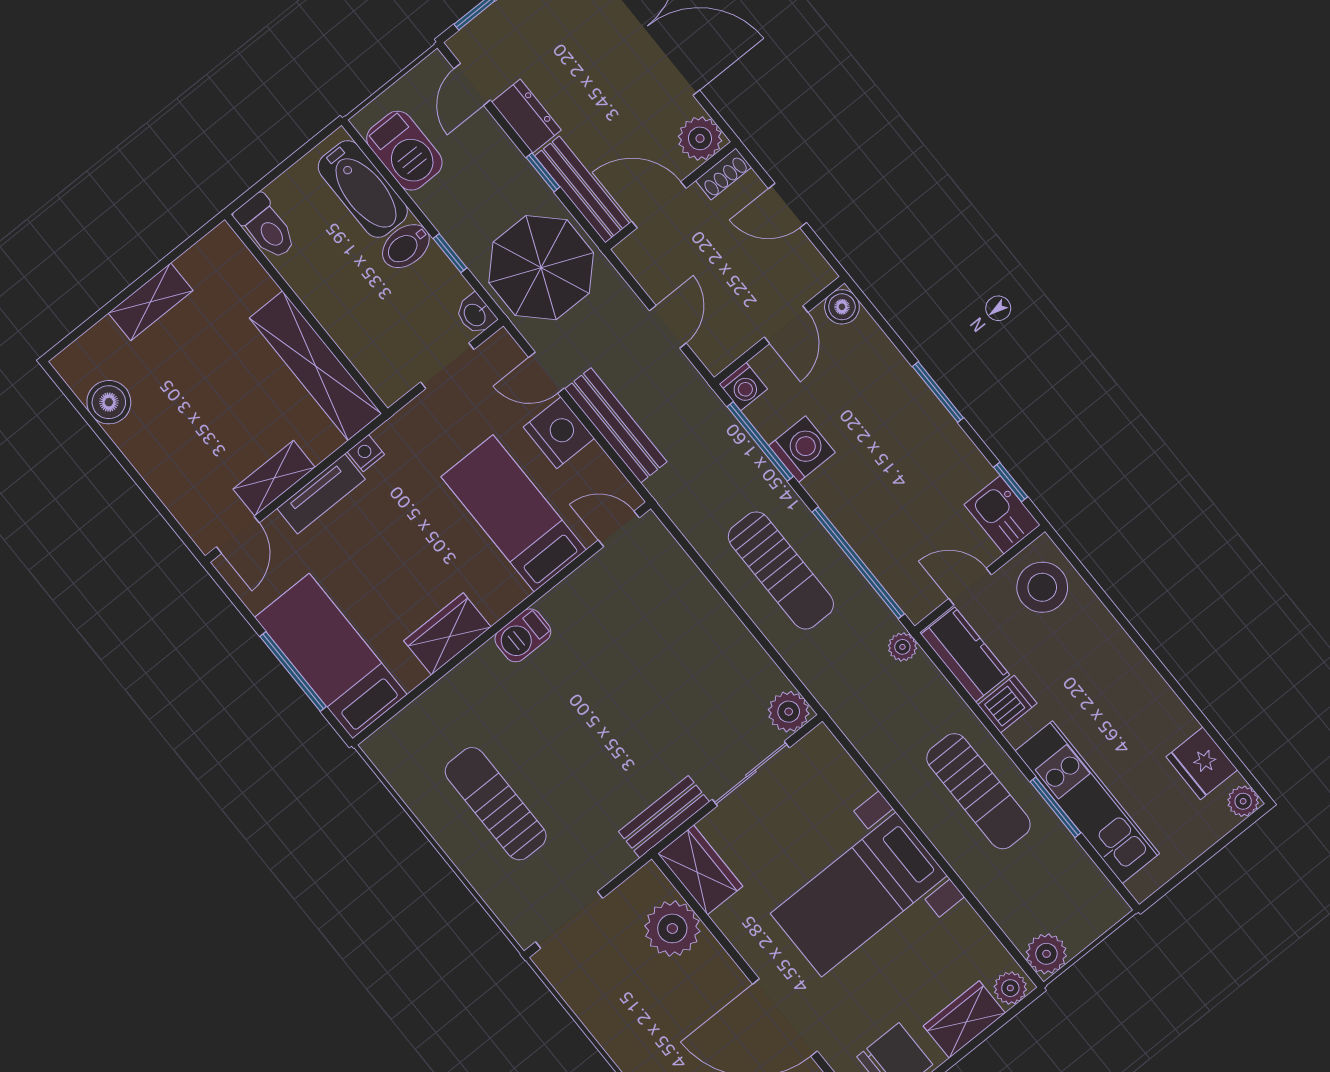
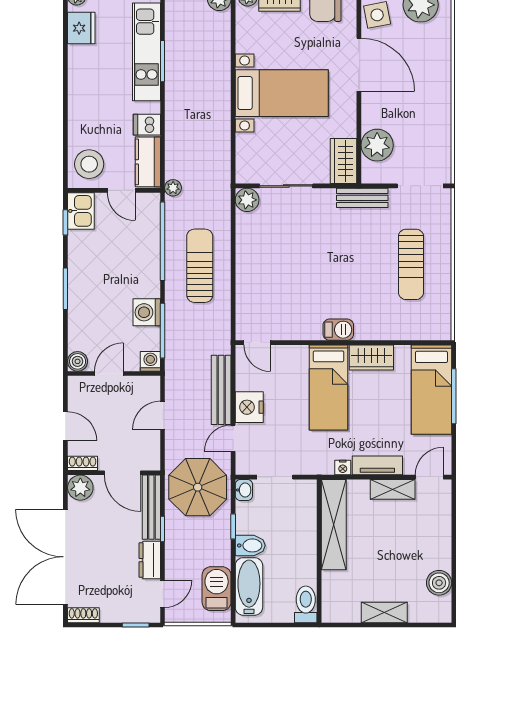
door: (547, 373) -> (233, 438), swing flipped
bed: (514, 513) -> (329, 387), moved
sun lounger: (978, 791) -> (191, 96), removed
bench: (664, 817) -> (362, 198), moved

